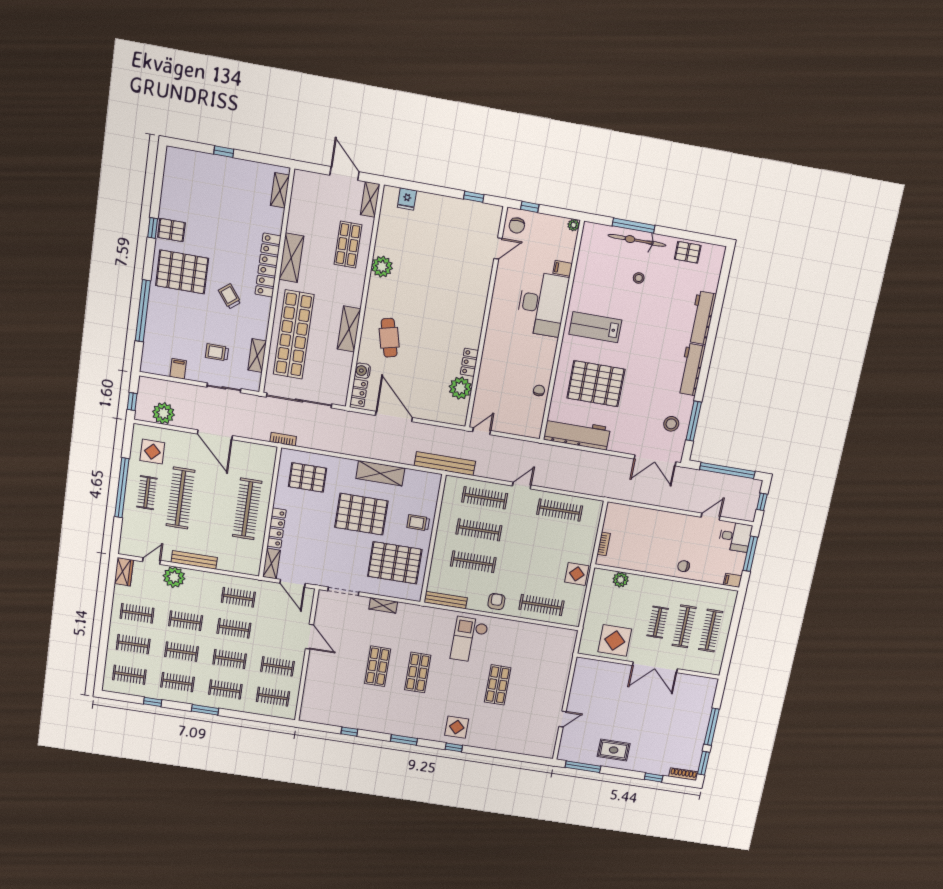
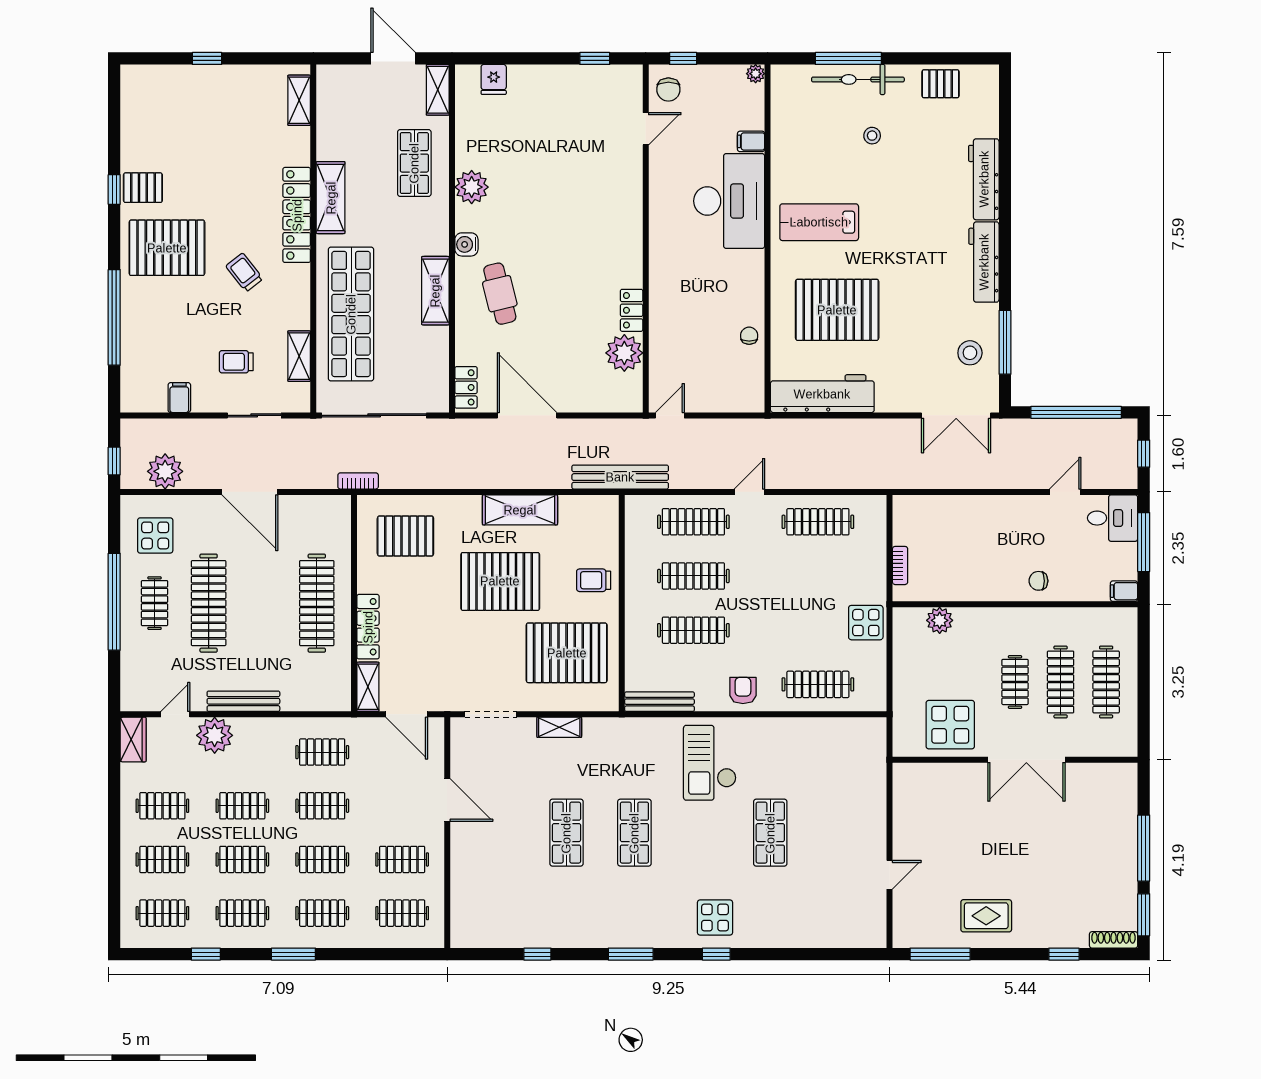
water cooler: (363, 371) -> (466, 244), moved

